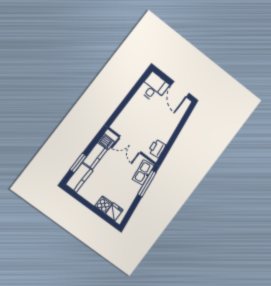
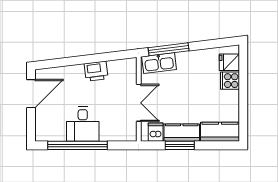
desk: (154, 87) -> (83, 124), moved, turned -90
window: (132, 92) -> (78, 145), added
printer: (157, 148) -> (96, 71), moved
window: (78, 163) -> (180, 145), moved

